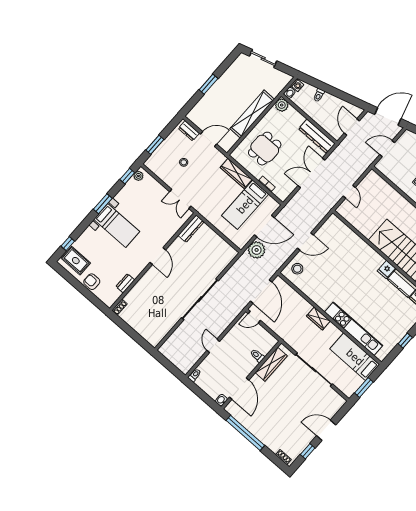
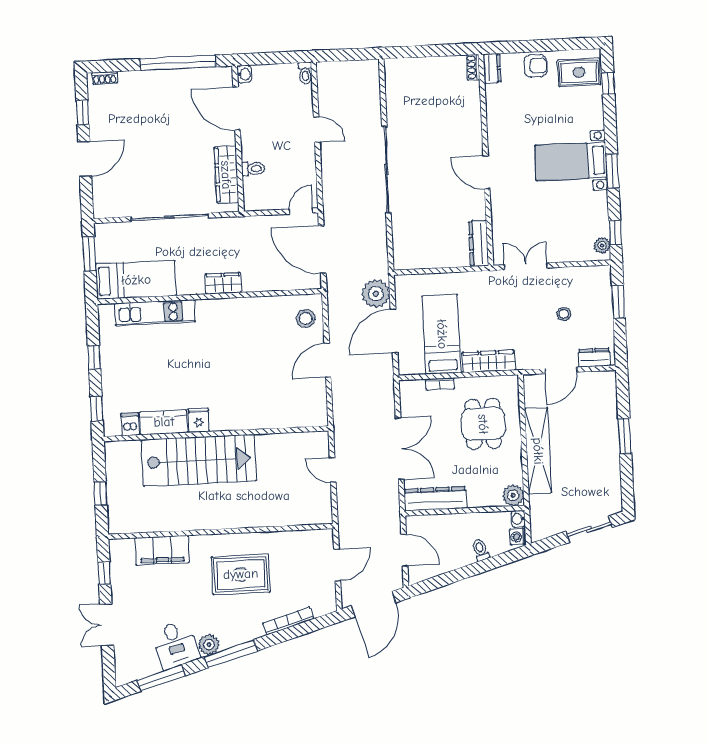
dresser: (125, 283) -> (492, 68), moved
kitchen unit: (354, 329) -> (155, 313), width x0.73

